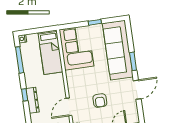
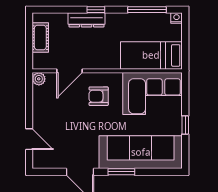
armchair: (100, 100) -> (99, 96), moved
door: (69, 107) -> (70, 71), swing flipped

